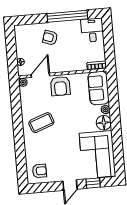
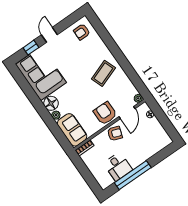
desk: (92, 30) -> (118, 167), moved
armchair: (50, 38) -> (115, 134), moved

